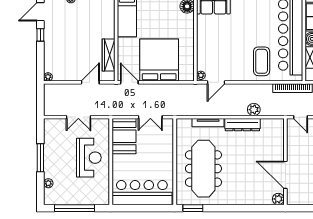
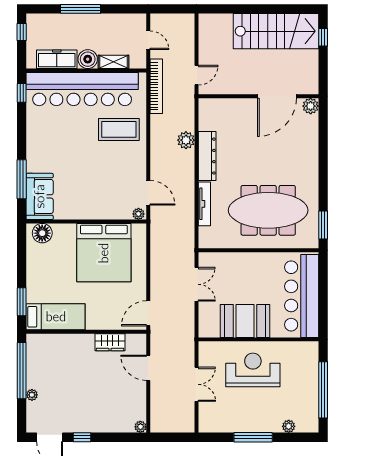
wardrobe: (109, 55) -> (110, 342), width x0.67
bed: (159, 60) -> (104, 253), moved, turned -90
booth: (124, 136) -> (245, 321), moved

